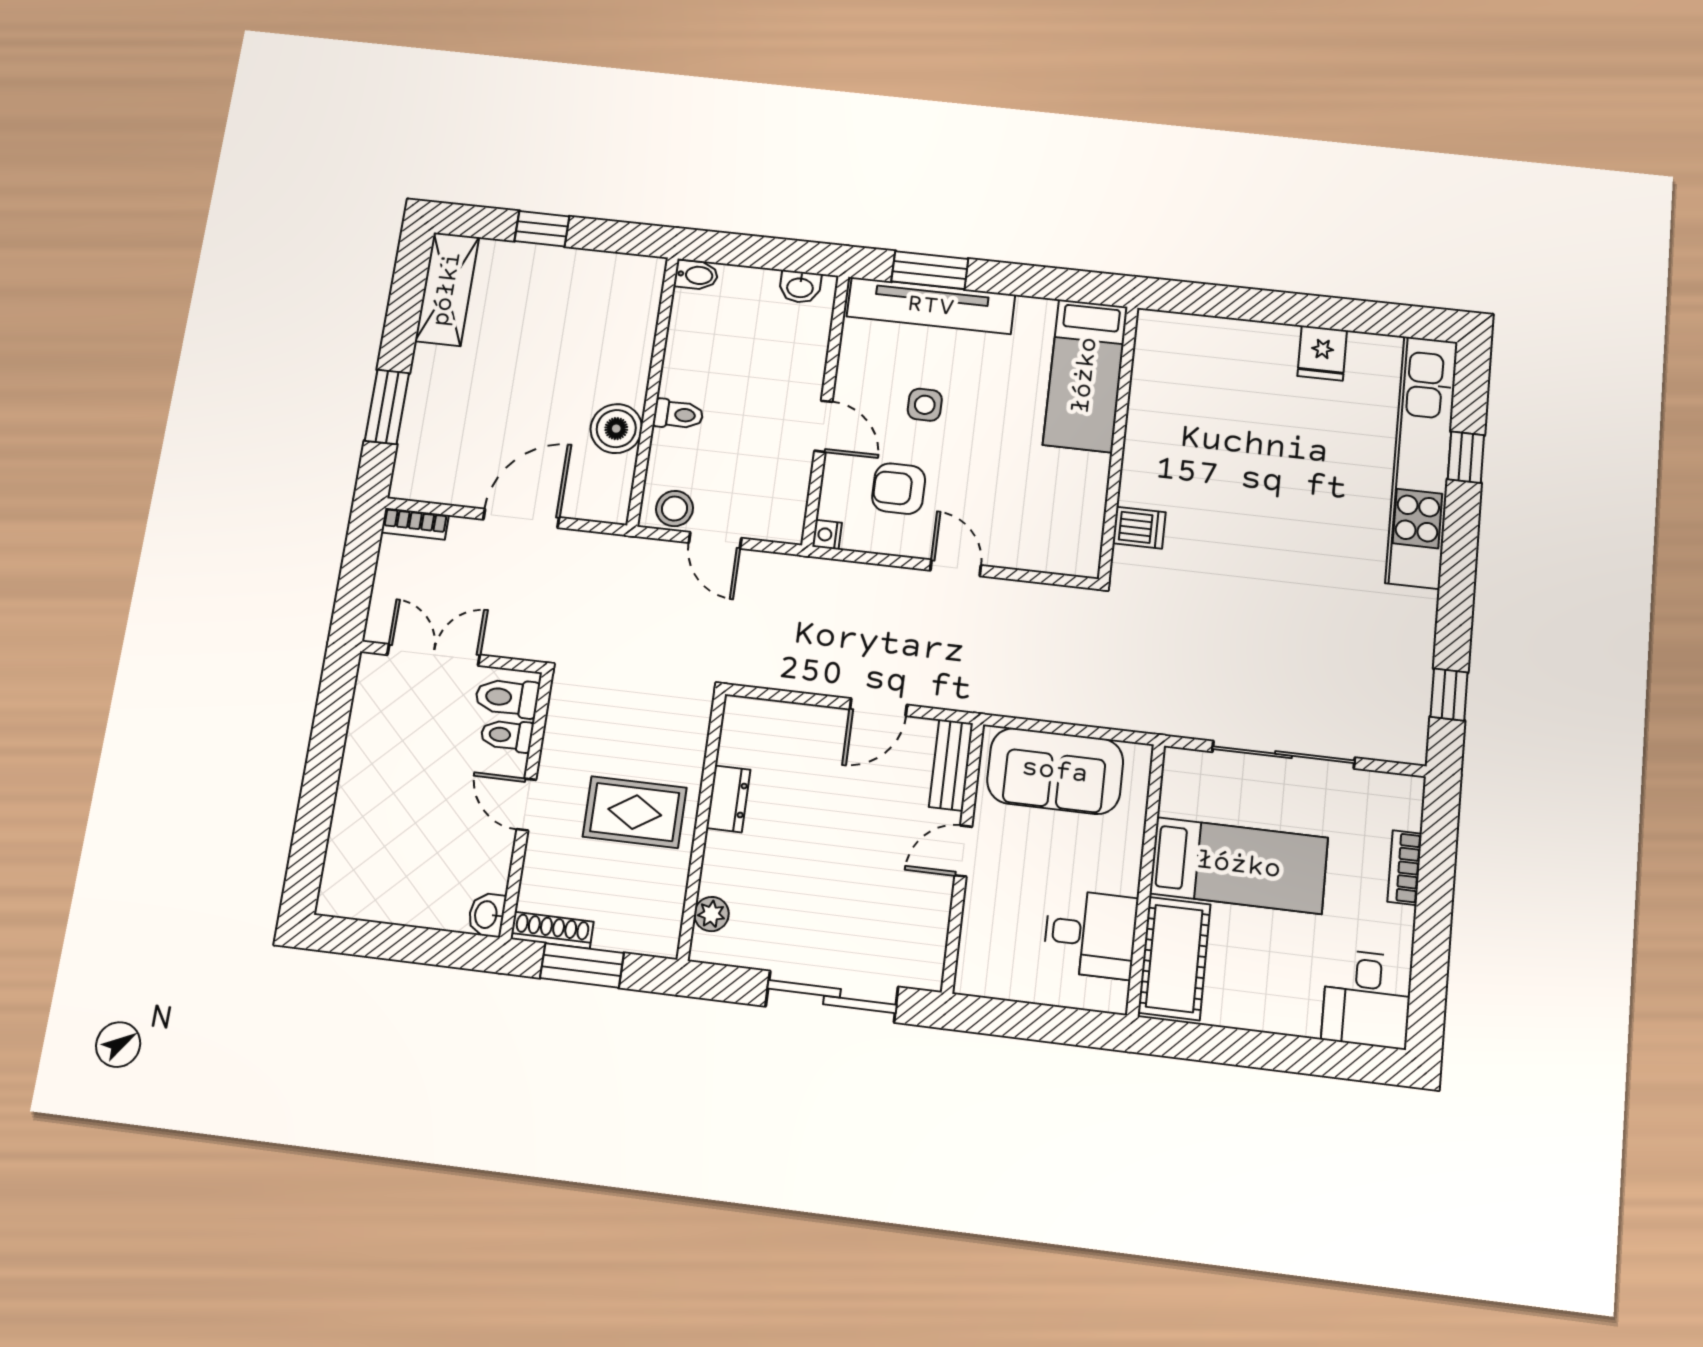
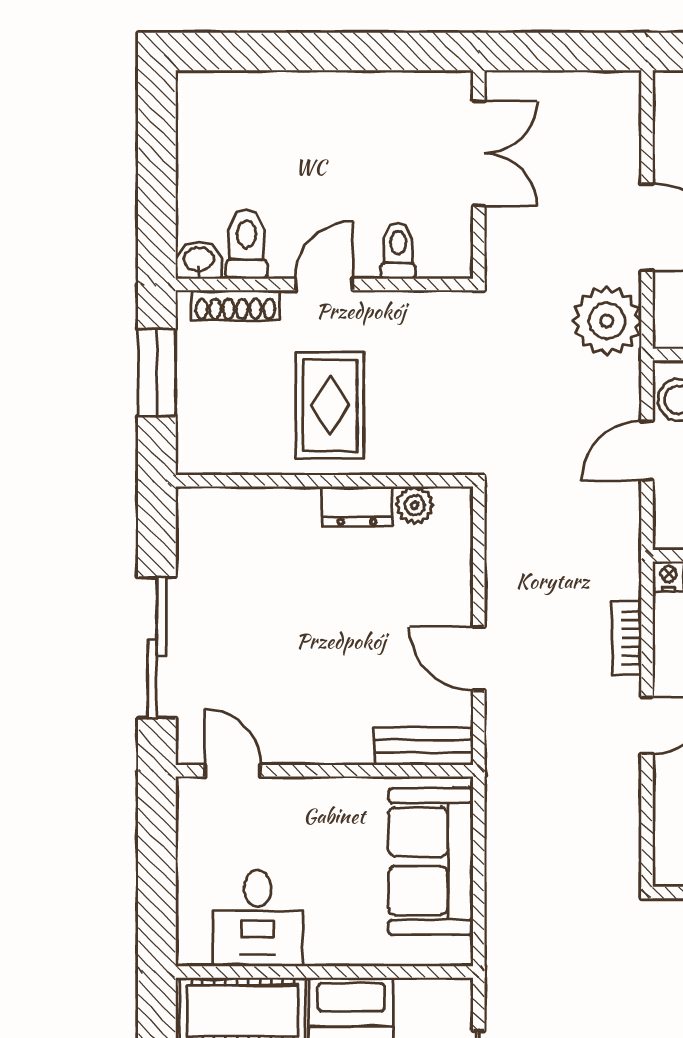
bookcase: (415, 524) -> (627, 638), moved
plant: (597, 562) -> (607, 321), added
toilet: (507, 698) -> (247, 244), moved
door: (963, 851) -> (233, 771), moved
plant: (711, 914) -> (415, 505), moved
shoe rack: (552, 930) -> (235, 305), moved, turned 90

